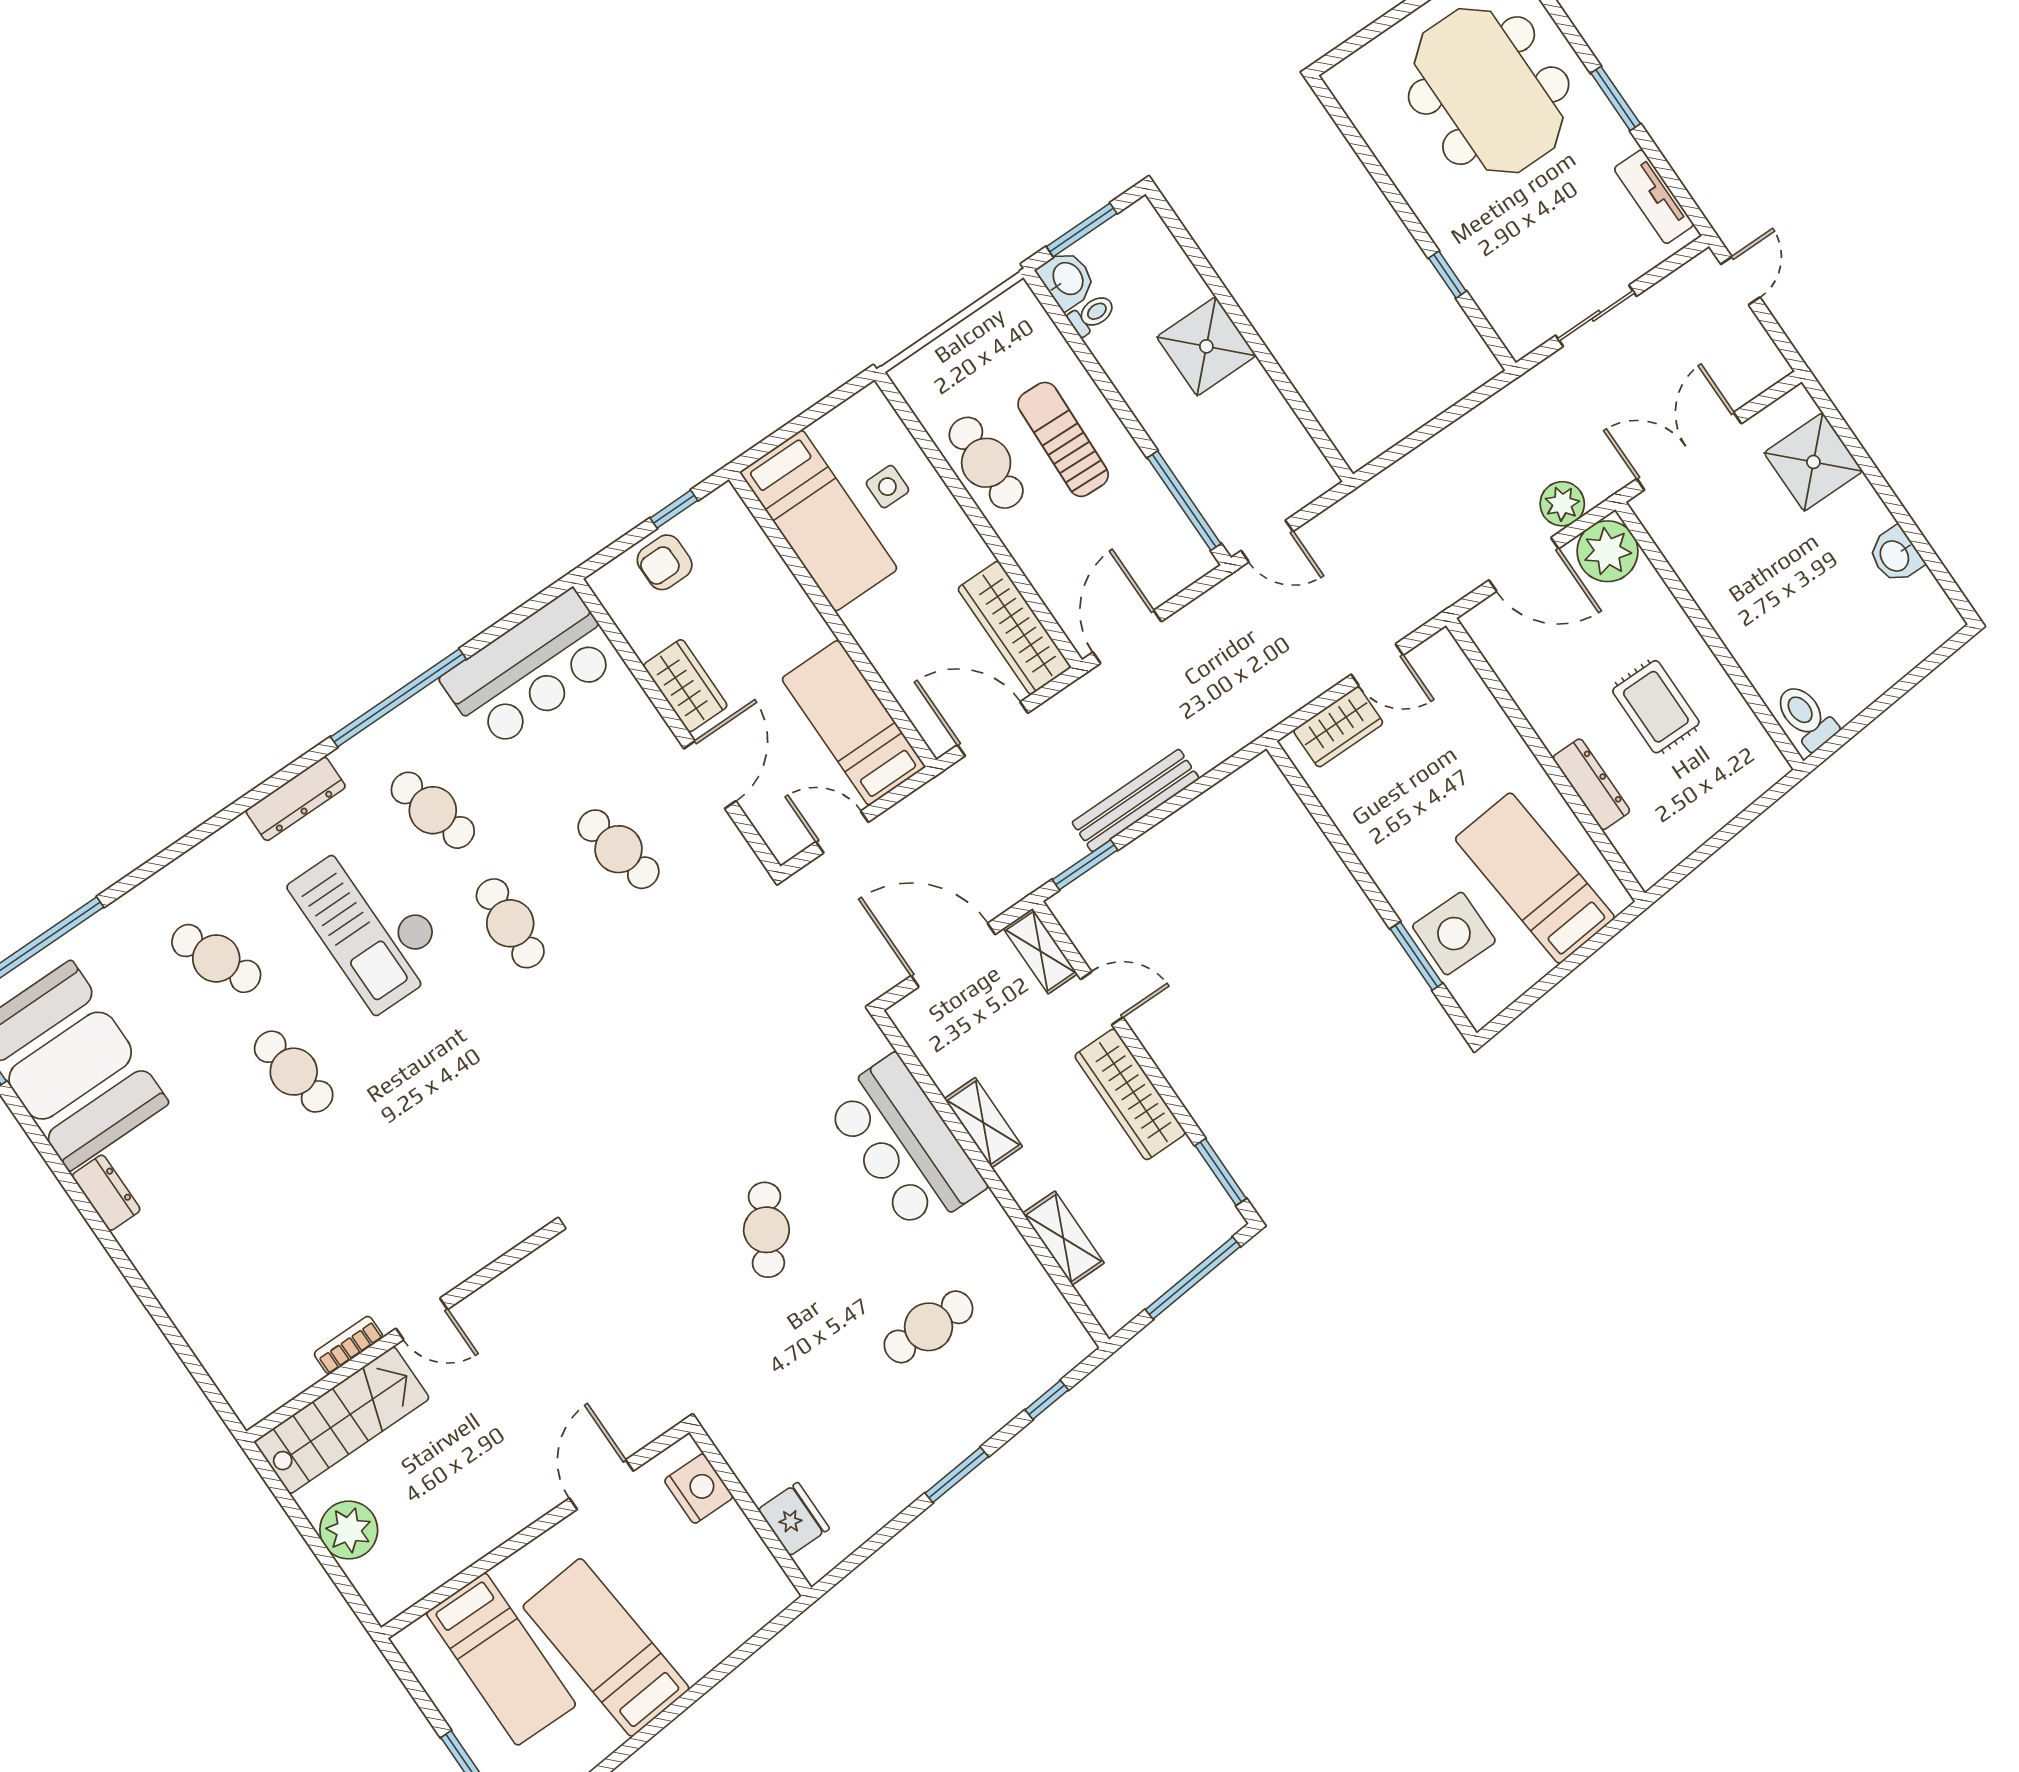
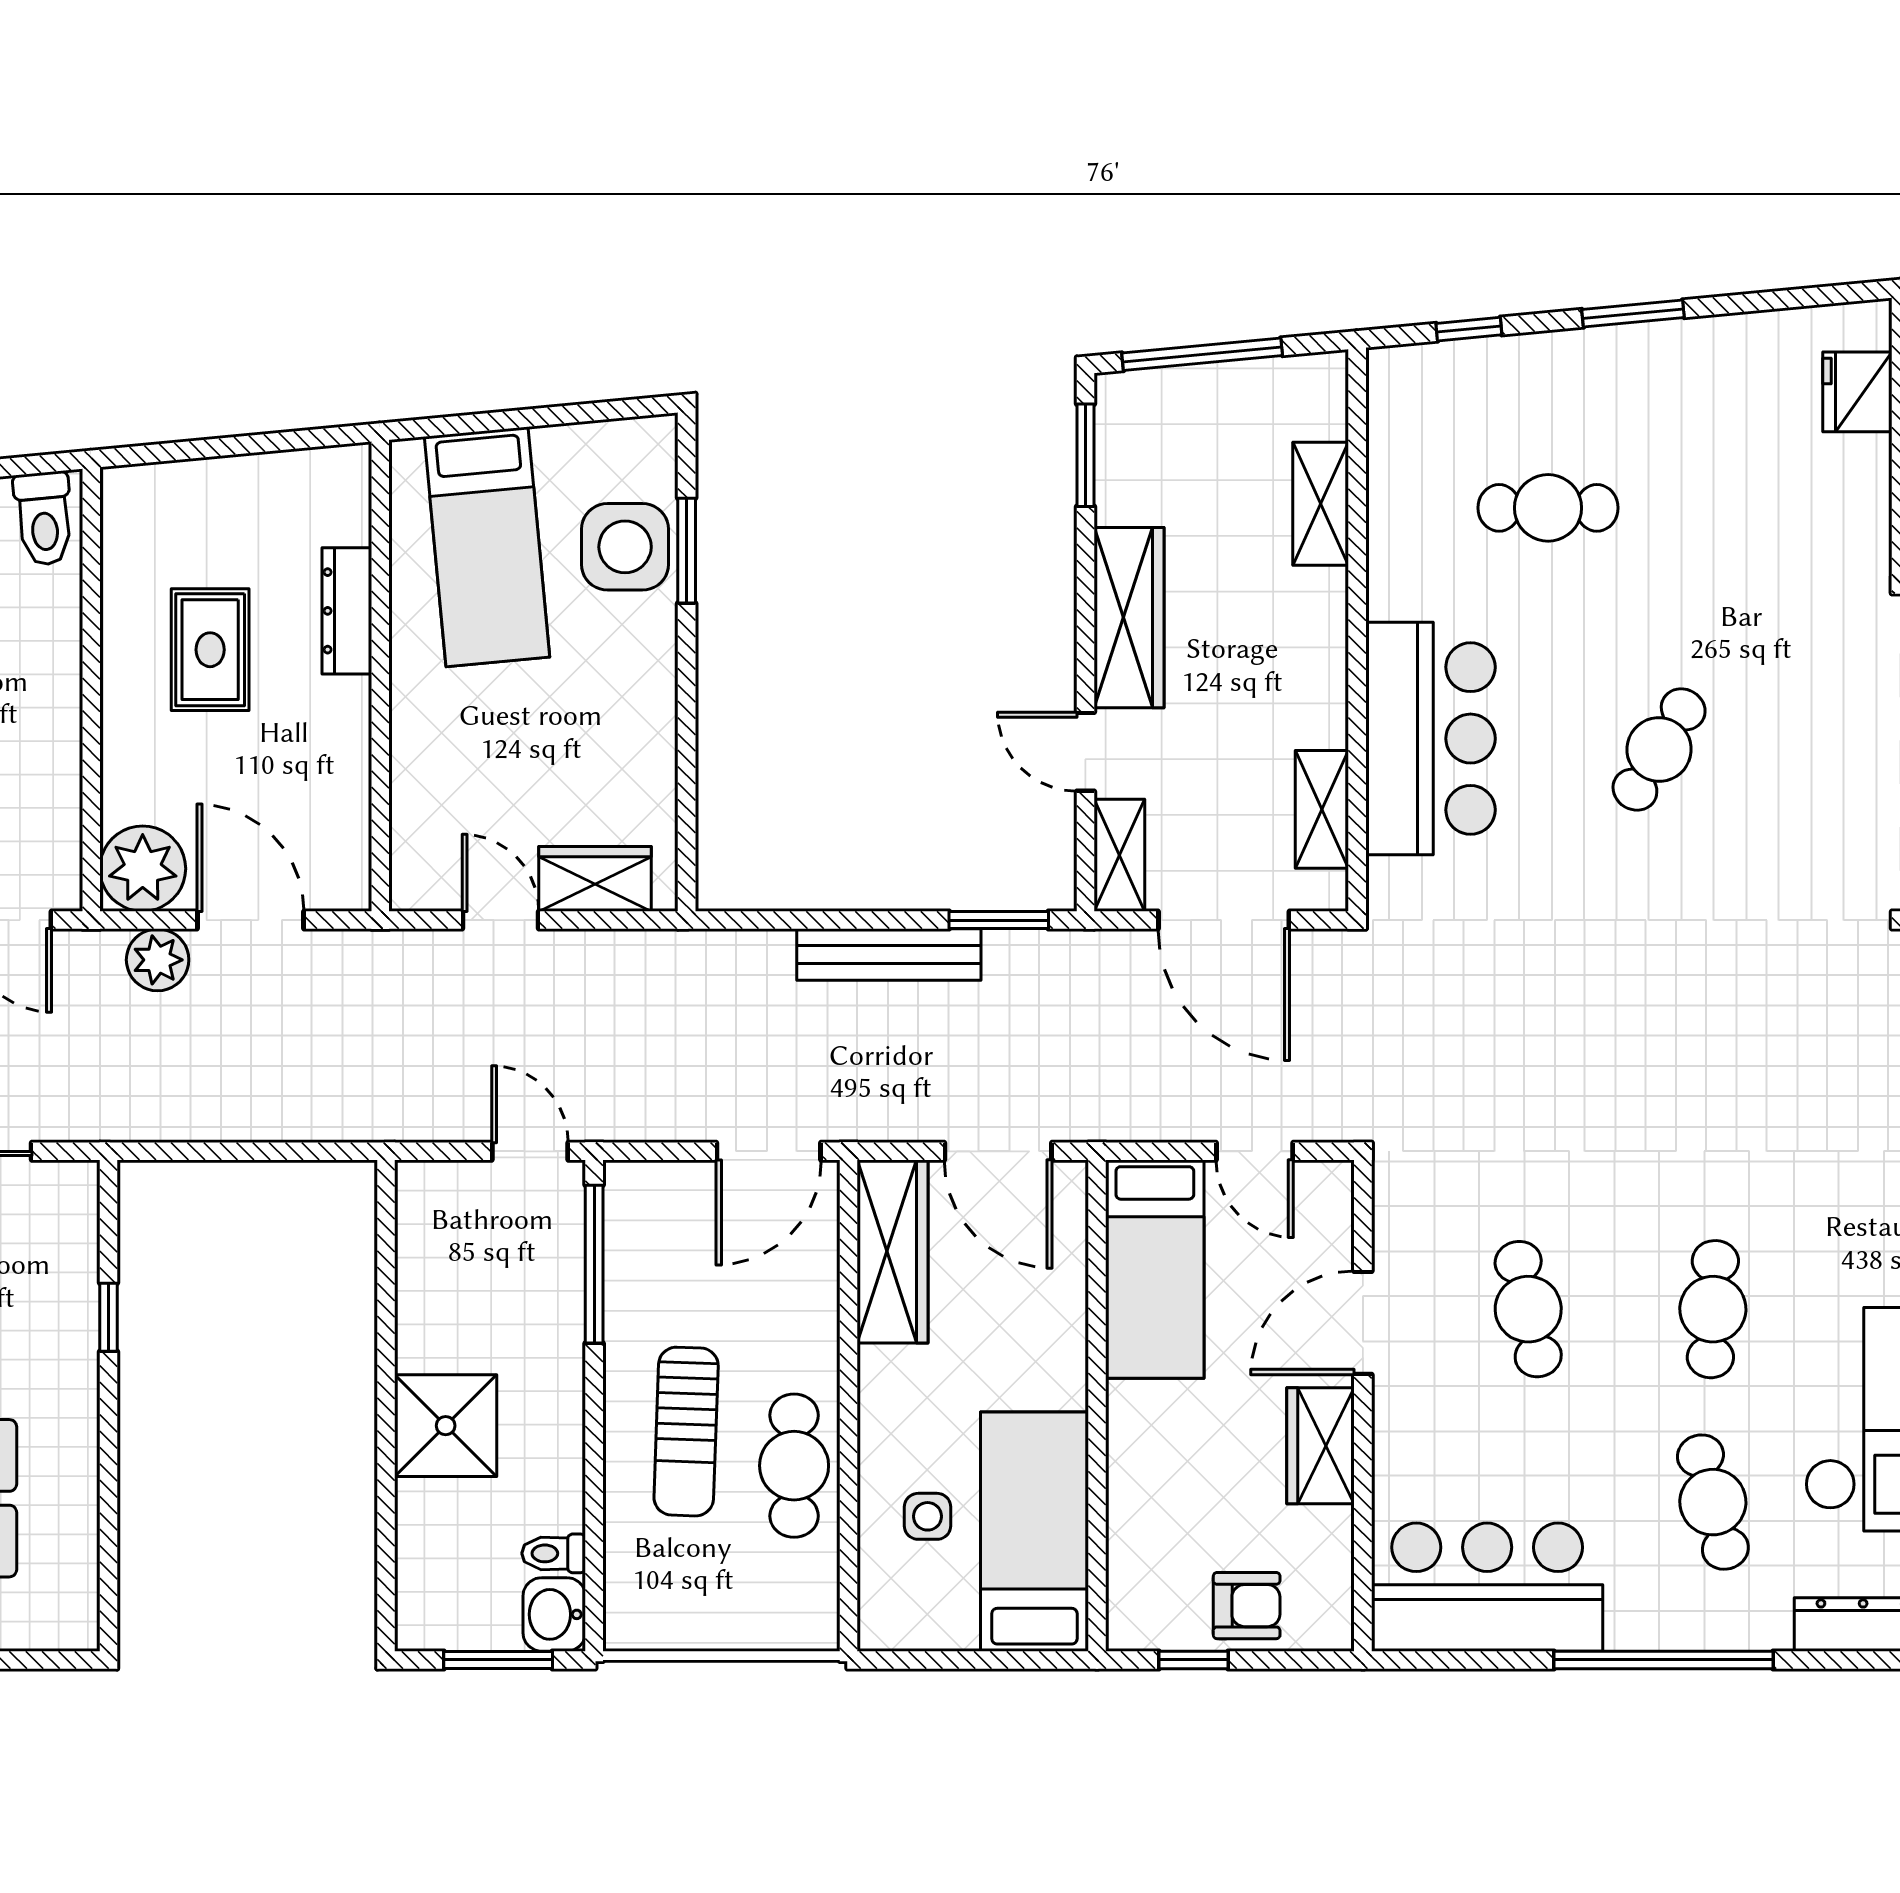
shelving: (983, 1123) -> (1322, 809), moved

